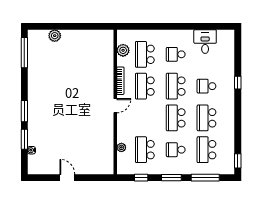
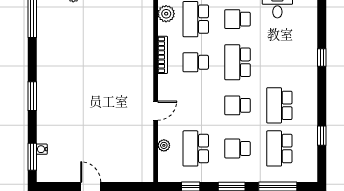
school desk: (145, 86) -> (196, 62), width x0.54
school desk: (207, 86) -> (279, 62), removed
door: (115, 106) -> (156, 111), moved
school desk: (176, 118) -> (238, 105), width x0.54
window: (24, 139) -> (32, 157), moved
window: (238, 161) -> (322, 136), moved

